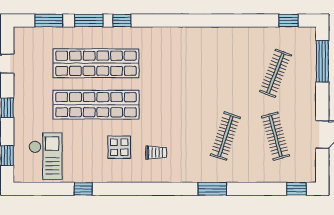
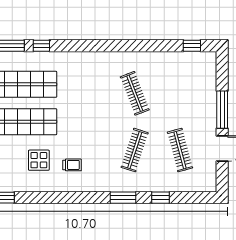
window: (322, 61) -> (222, 110), moved
clothes rail: (275, 73) -> (135, 93), moved, turned -42
window: (297, 189) -> (161, 198), moved

